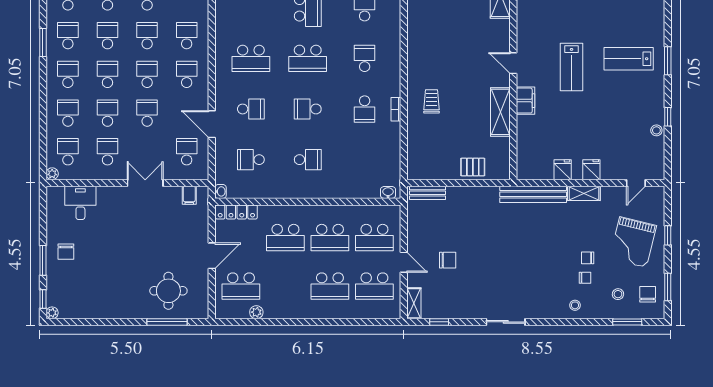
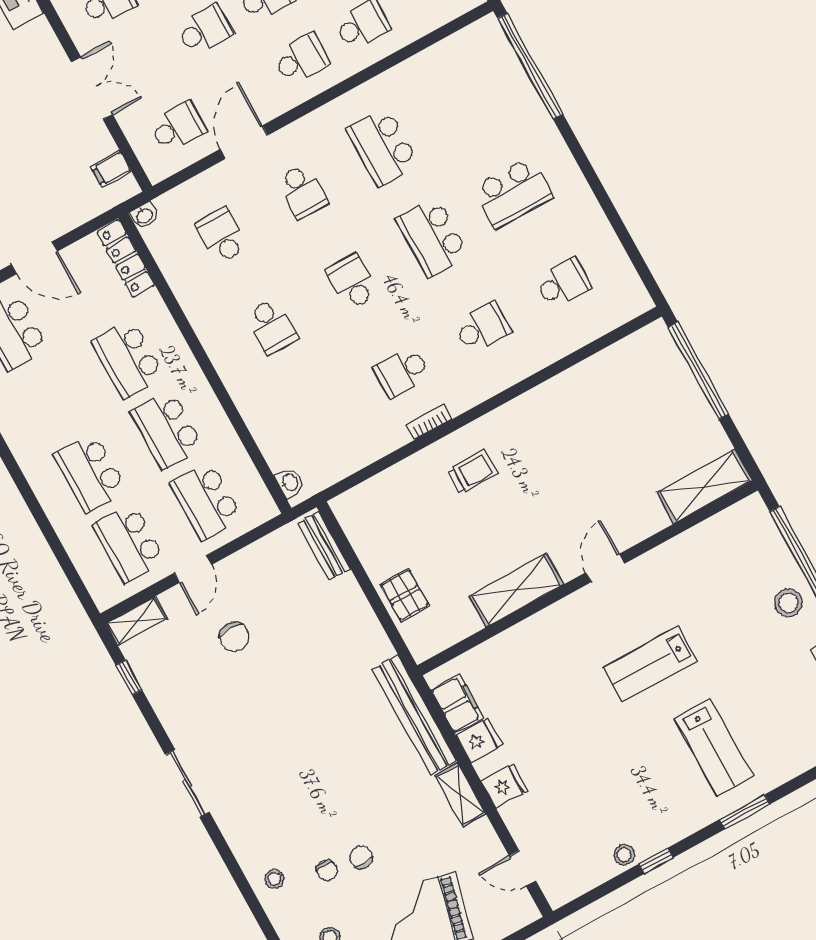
lab bench: (629, 59) -> (714, 748), turned 180
filing cabinet: (525, 101) -> (457, 704), moved, turned -90

